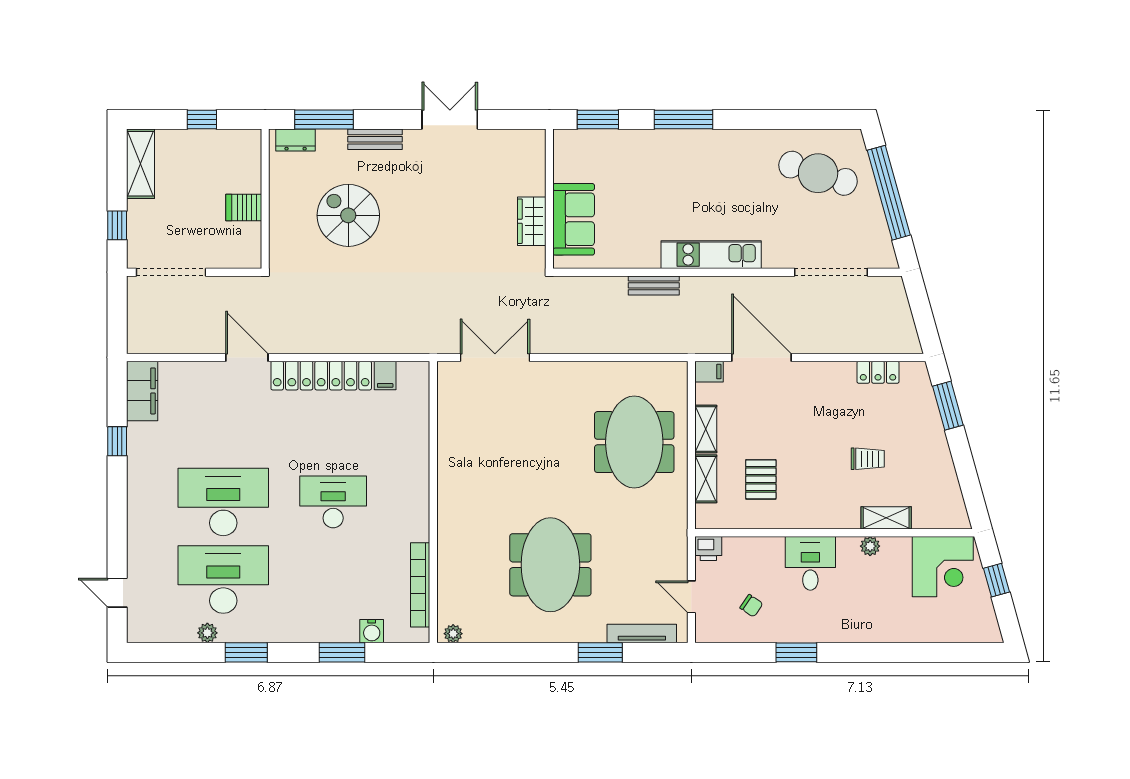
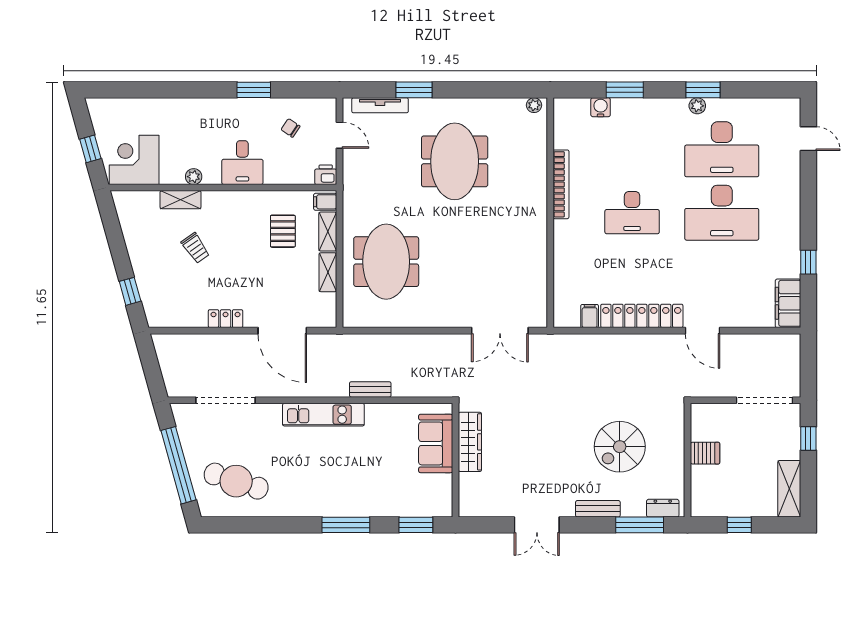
spiral stairs: (348, 215) -> (620, 447), turned 90
wardrobe: (532, 221) -> (470, 442), width x1.50
filing cabinet: (709, 372) -> (325, 202), moved
locker: (878, 372) -> (226, 319), moved
window: (948, 406) -> (130, 291), width x0.67
trolley: (868, 459) -> (196, 248), turned -125
bookcase: (420, 585) -> (561, 184), moved
plant: (207, 633) -> (697, 106), moved

